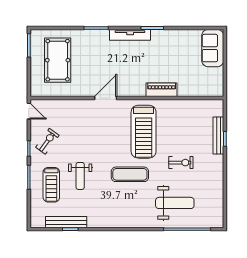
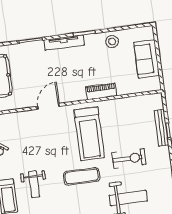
stool: (180, 40) -> (112, 42), added
sofa: (213, 48) -> (147, 59), moved
exercise bike: (181, 163) -> (129, 159), width x1.38, depth x1.39

